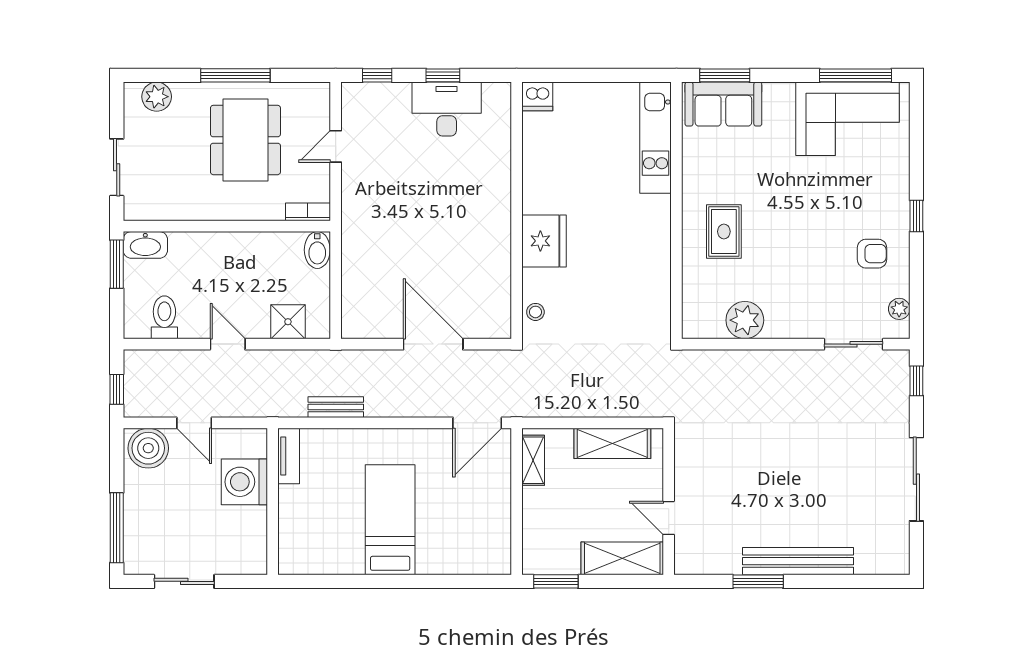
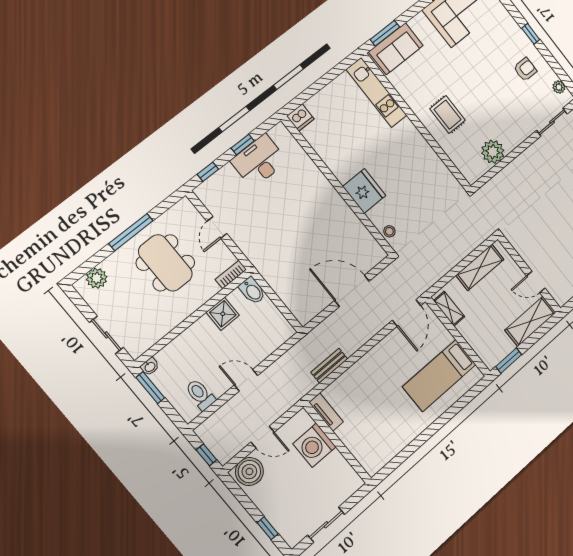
washbasin: (145, 245) -> (150, 367), width x0.52, depth x0.69
shower: (288, 322) -> (223, 314), moved
bed: (390, 520) -> (439, 375), moved, turned -90
window: (117, 528) -> (268, 528), width x0.46

